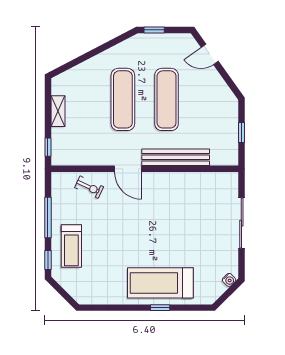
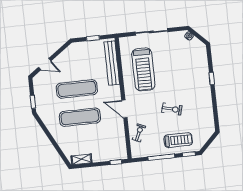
door: (210, 54) -> (45, 64), hinge flipped
shelving: (58, 111) -> (81, 159), moved
bench: (176, 157) -> (112, 63), moved
door: (128, 169) -> (124, 109), swing flipped
exercise bike: (120, 242) -> (172, 109), added
treadmill: (160, 283) -> (143, 69), moved

